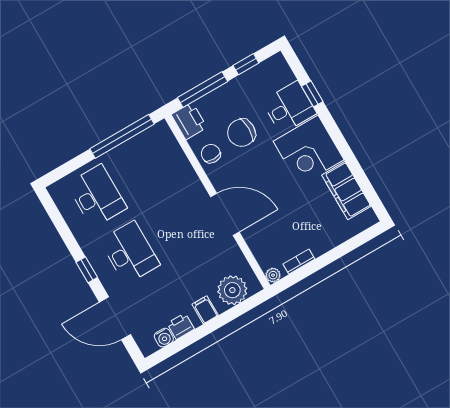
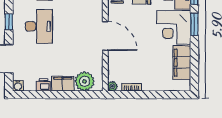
window: (334, 130) -> (194, 24), added
filing cabinet: (205, 310) -> (63, 84), width x2.00
water cooler: (164, 338) -> (18, 86), moved

